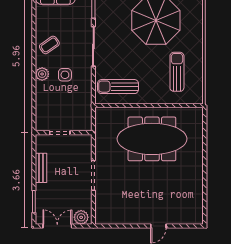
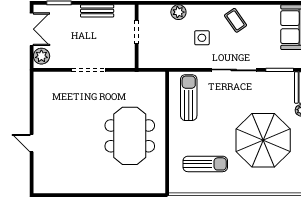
plant: (42, 74) -> (178, 12), moved
meeting table: (152, 139) -> (130, 136), width x0.73

